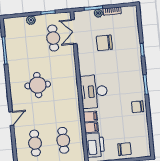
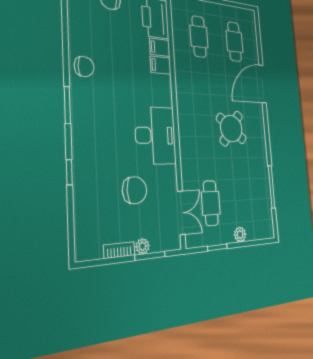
round table: (38, 85) -> (231, 128), turned 38
desk: (94, 91) -> (155, 135), moved
door: (11, 118) -> (262, 84), width x1.88

